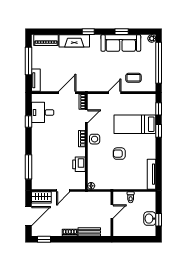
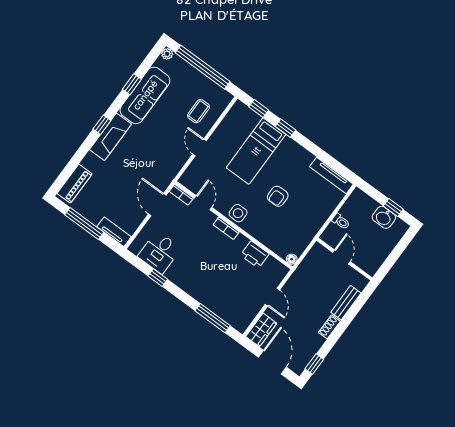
fireplace: (74, 41) -> (110, 137), moved

